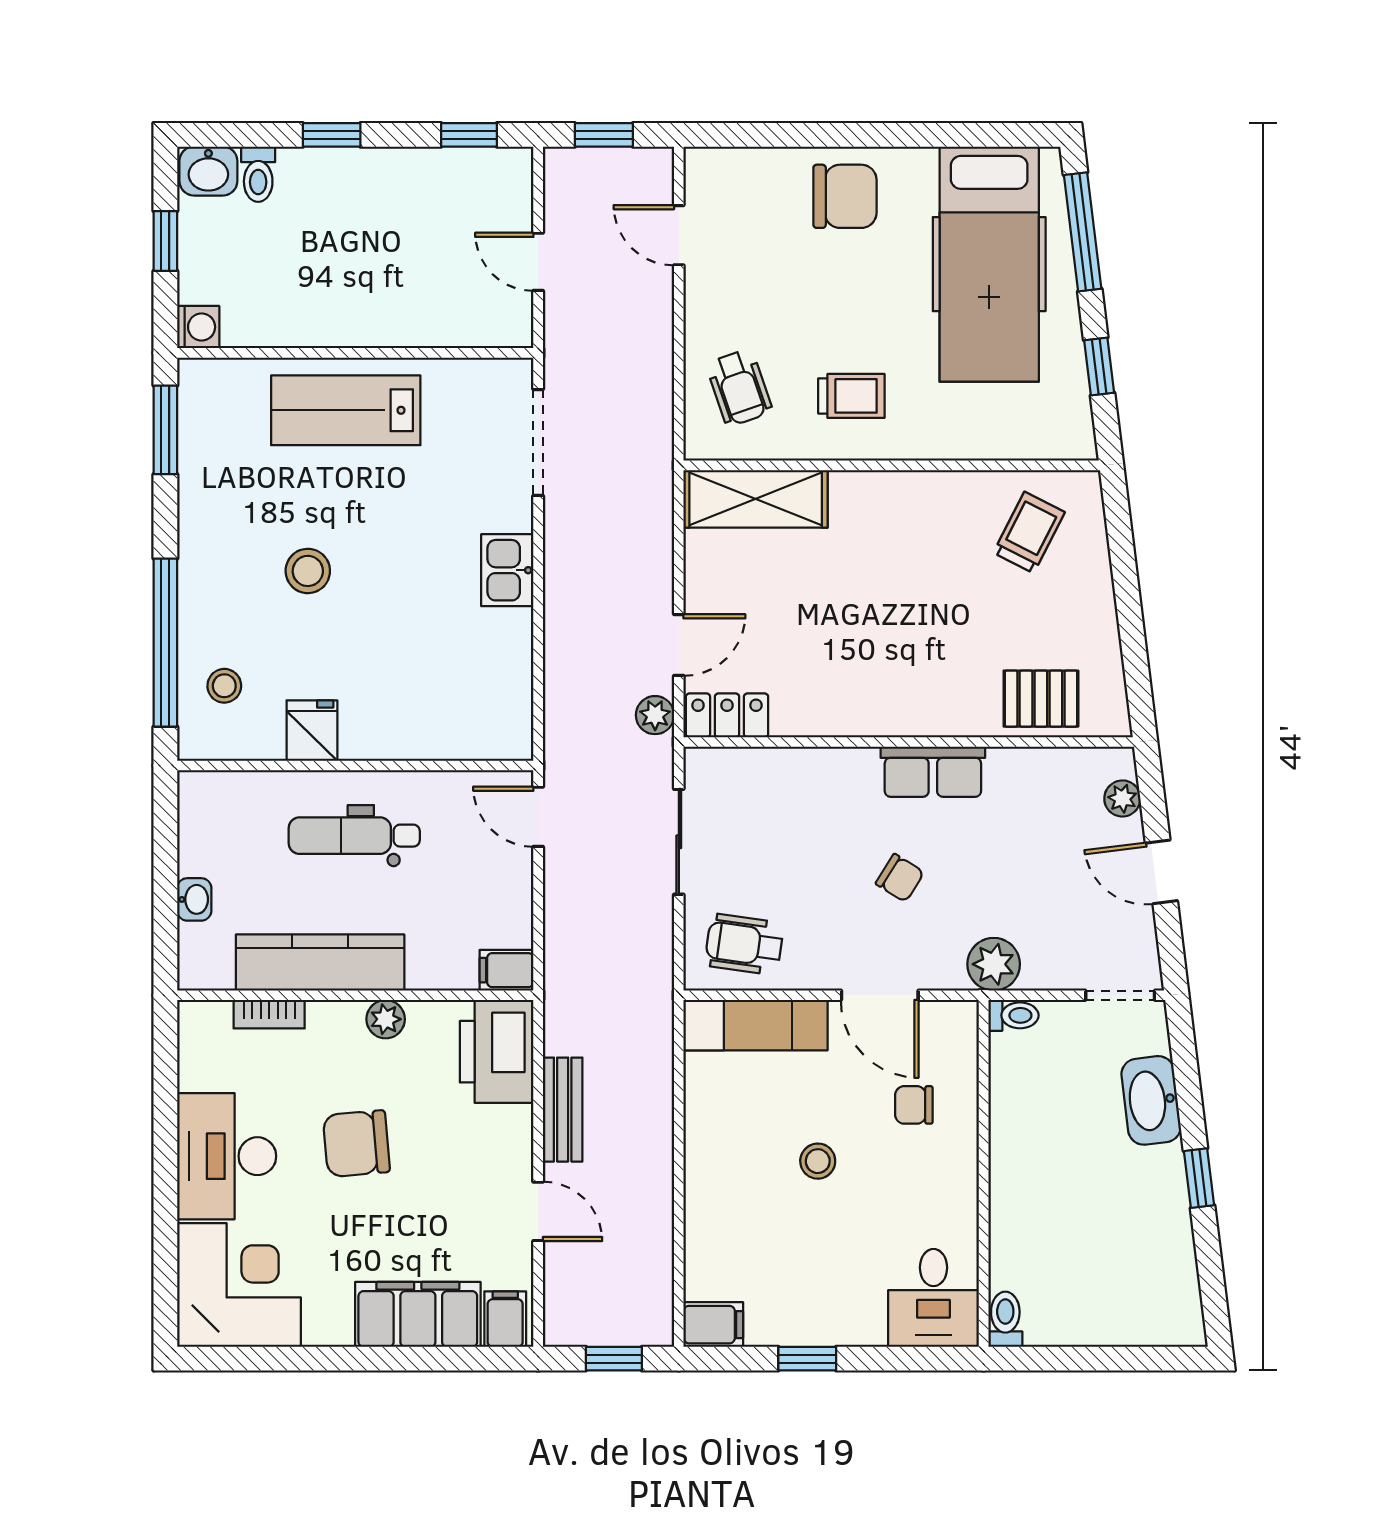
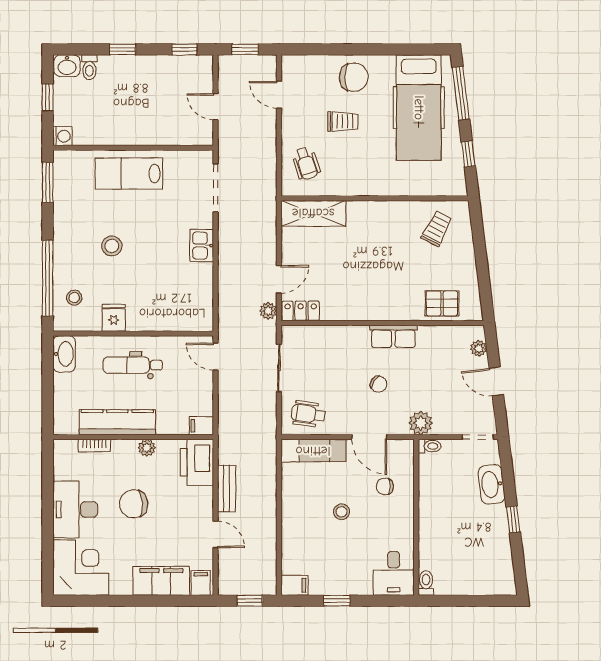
trolley: (851, 396) -> (343, 122), moved
washbasin: (194, 899) -> (64, 354), moved, width x1.91, depth x1.45

